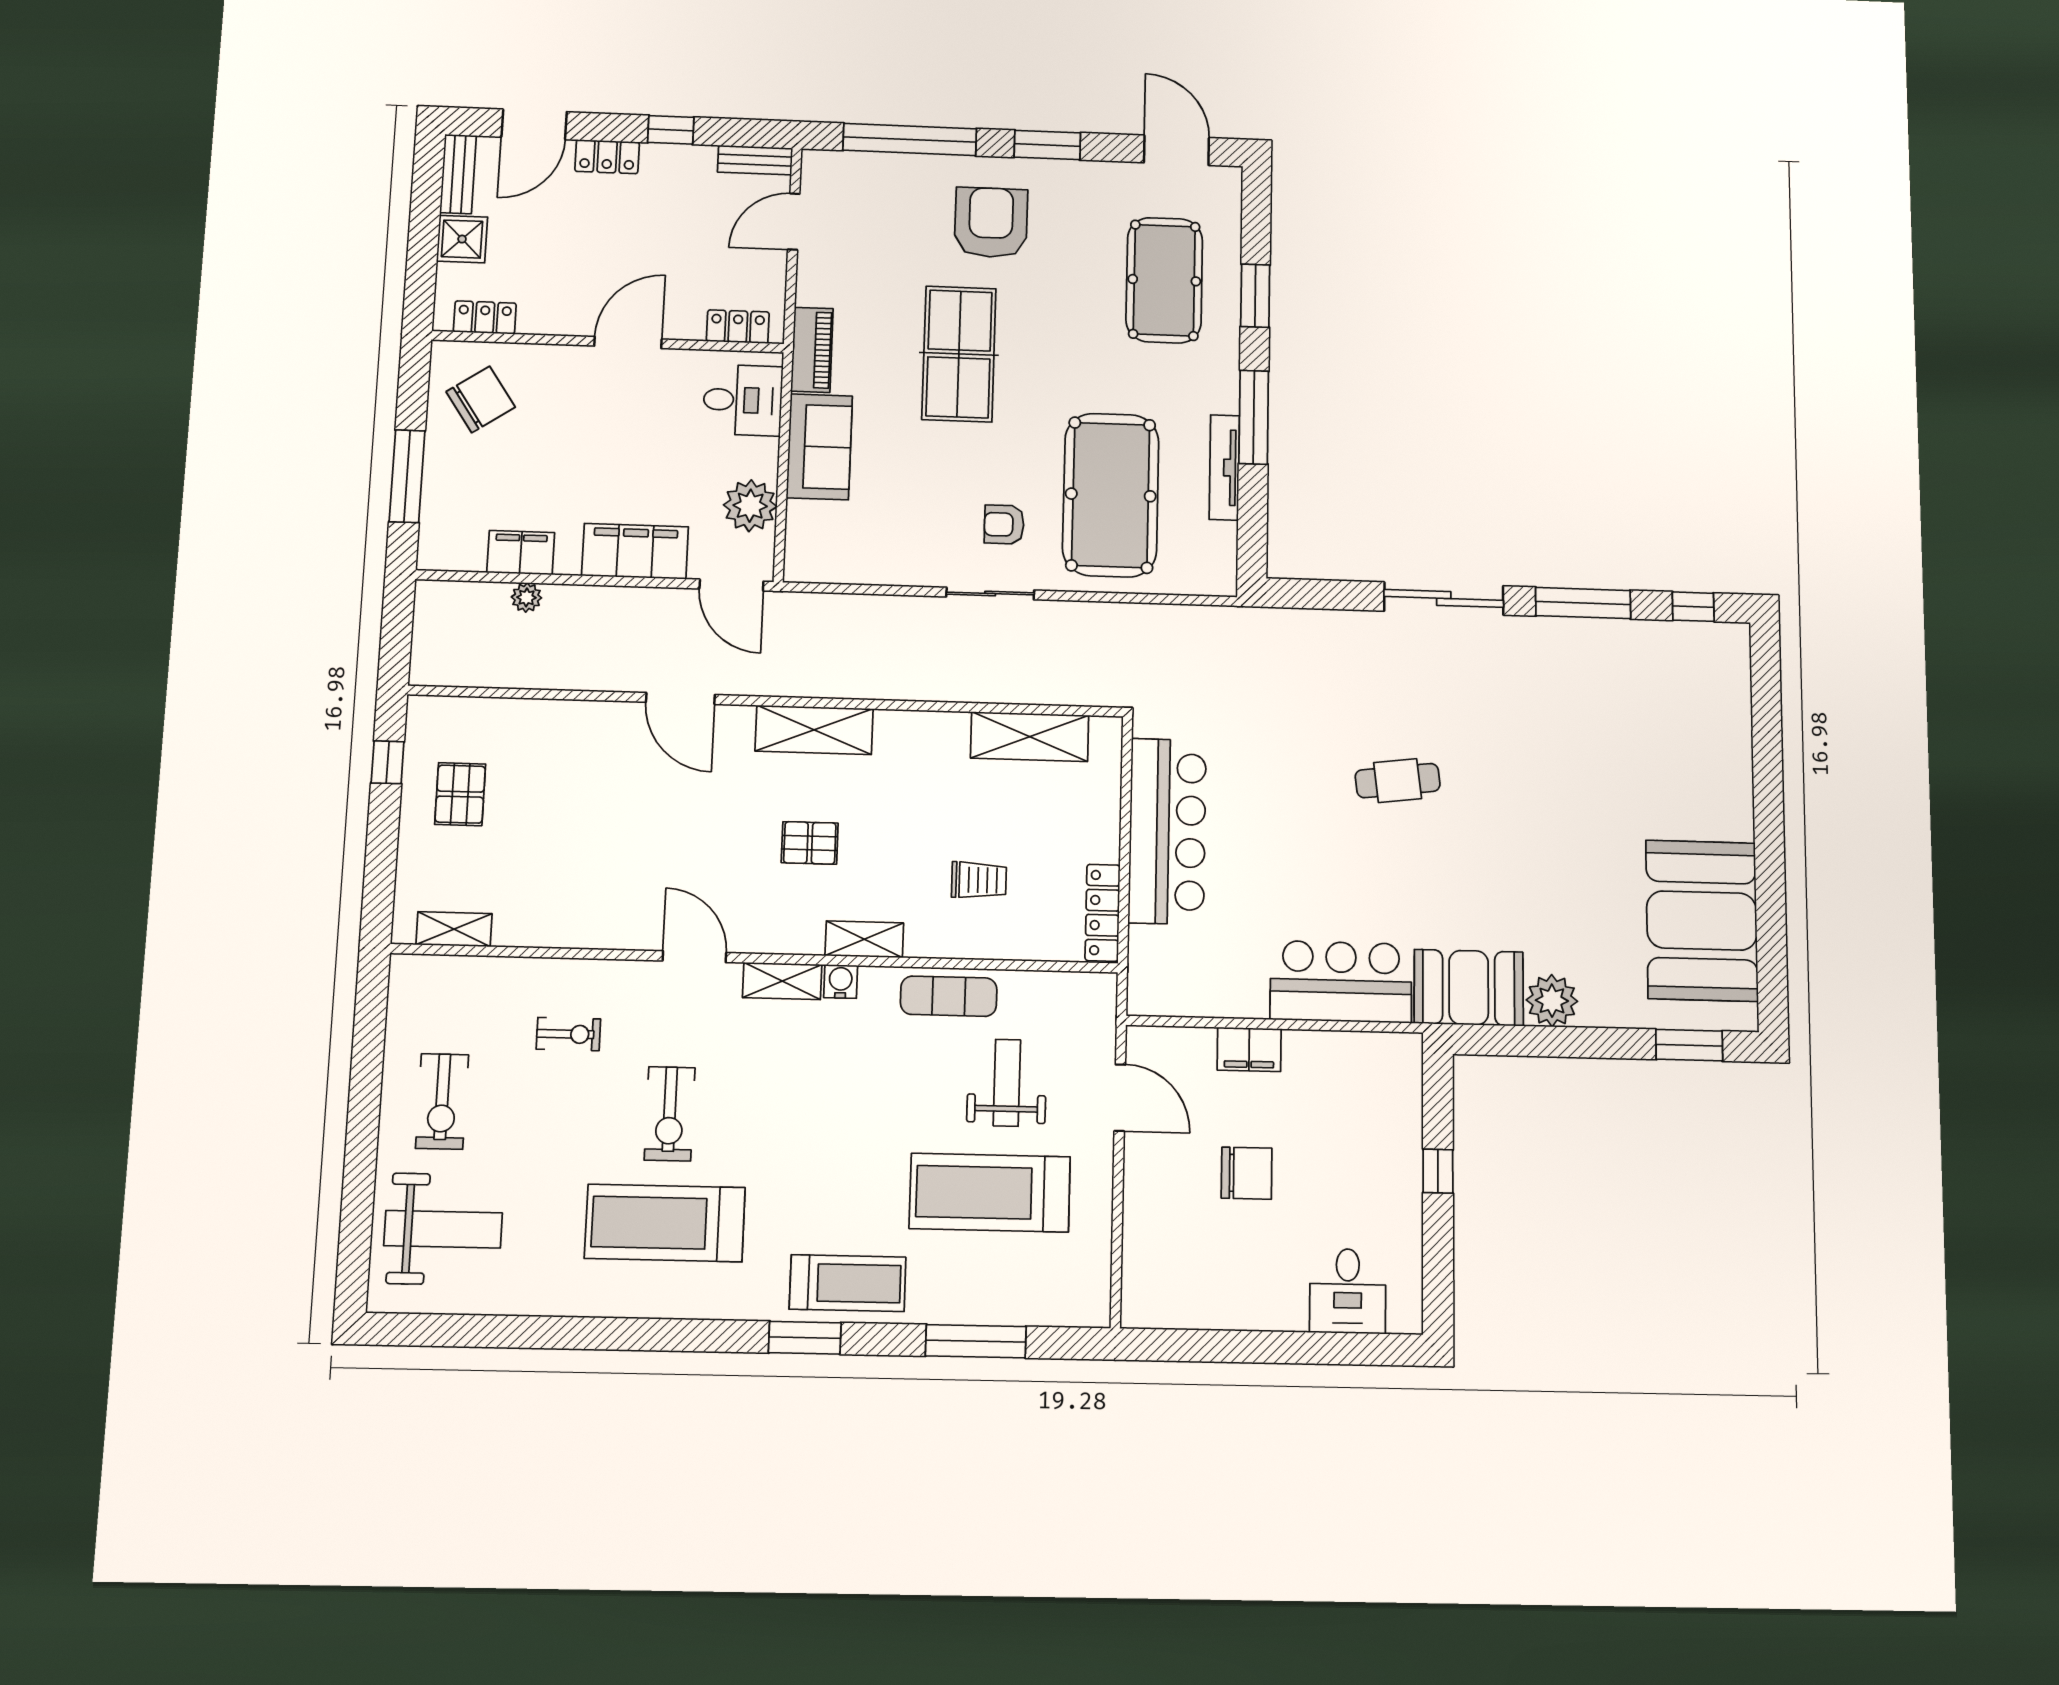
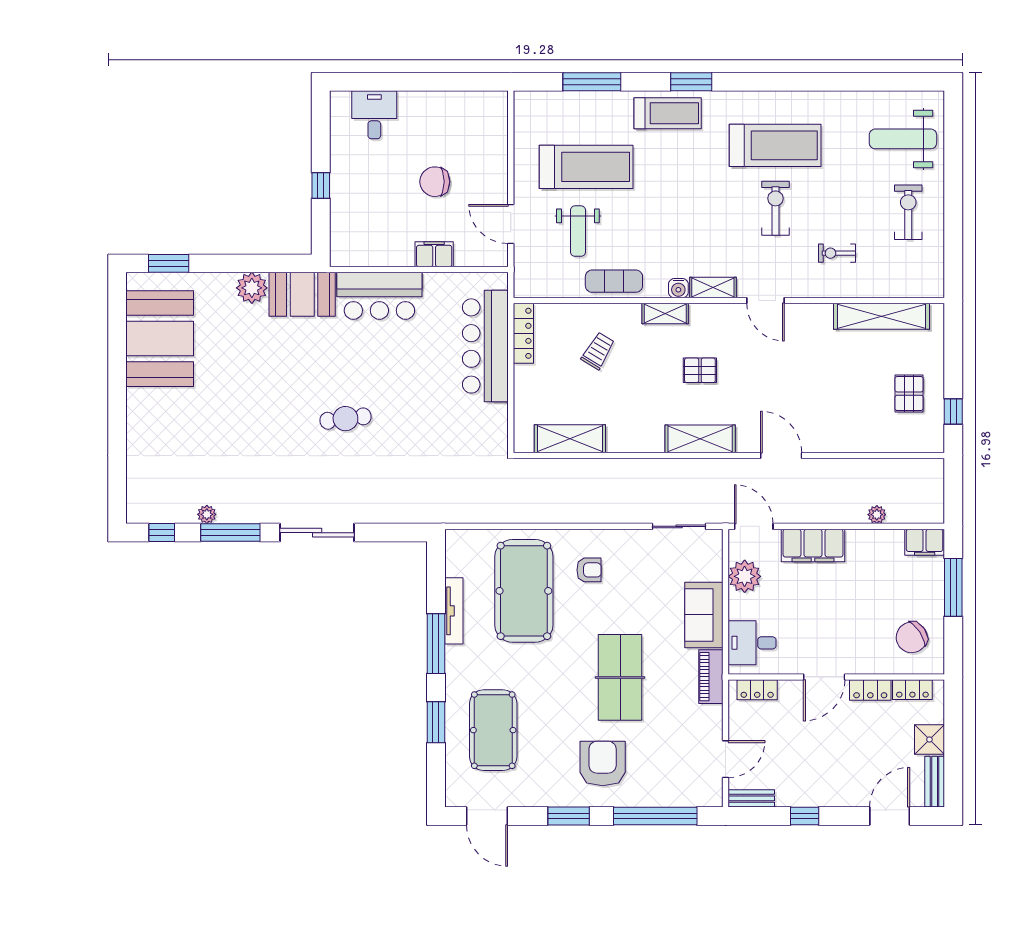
locker: (607, 157) -> (870, 690), moved, turned 180
armchair: (991, 223) -> (603, 763), turned 180
filing cabinet: (521, 553) -> (925, 542), moved
sliding door: (990, 593) -> (679, 526), moved
plant: (1621, 633) -> (207, 514), added
bar counter: (1167, 831) -> (485, 346), moved
trolley: (979, 880) -> (598, 351), turned 121
shelving: (454, 929) -> (882, 316), width x2.20, depth x1.33
treadmill: (848, 1283) -> (668, 113), turned 180

